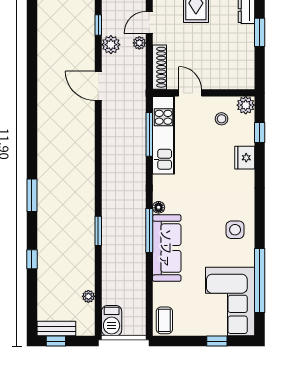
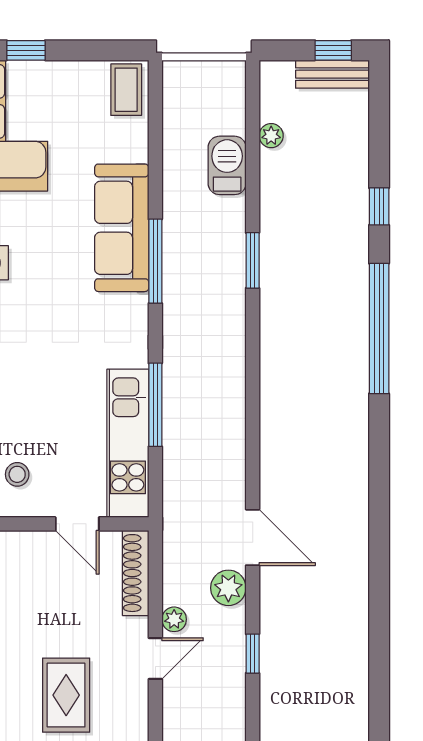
plant: (111, 45) -> (228, 588), moved
window: (149, 134) -> (155, 405), moved
window: (32, 195) -> (379, 328), width x2.11
floor lamp: (159, 207) -> (137, 305), removed
barbecue: (112, 321) -> (227, 165), moved

